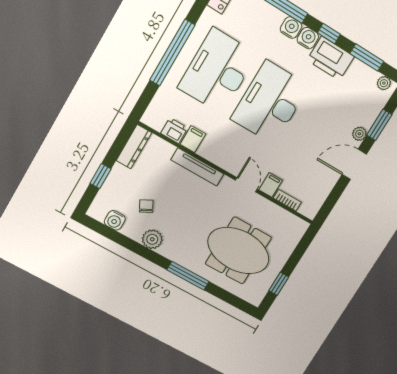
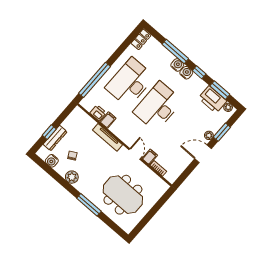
window: (172, 53) -> (95, 80), moved
printer: (331, 58) -> (213, 99), moved
dresser: (134, 147) -> (55, 138), moved
window: (279, 284) -> (144, 221), removed

